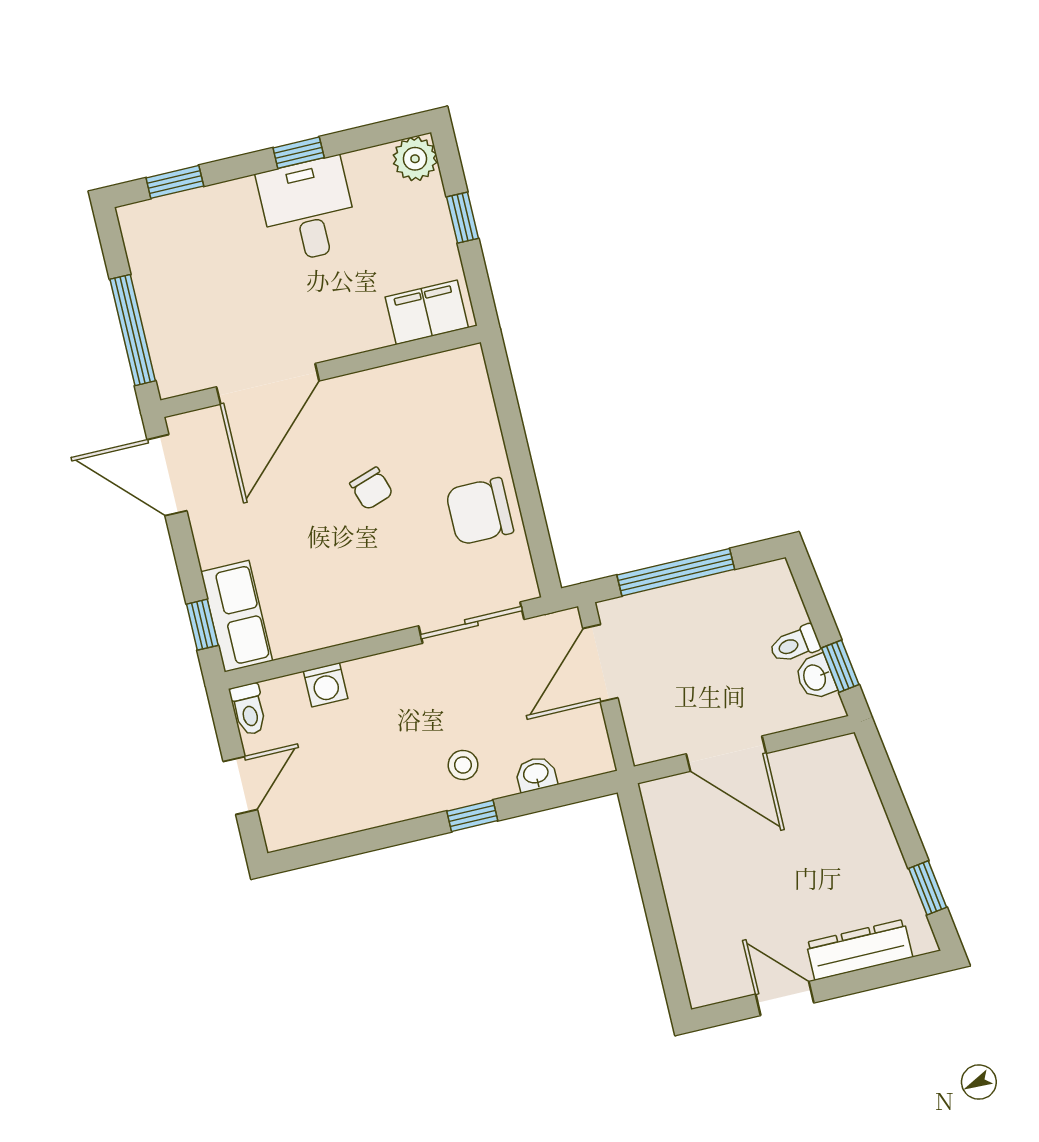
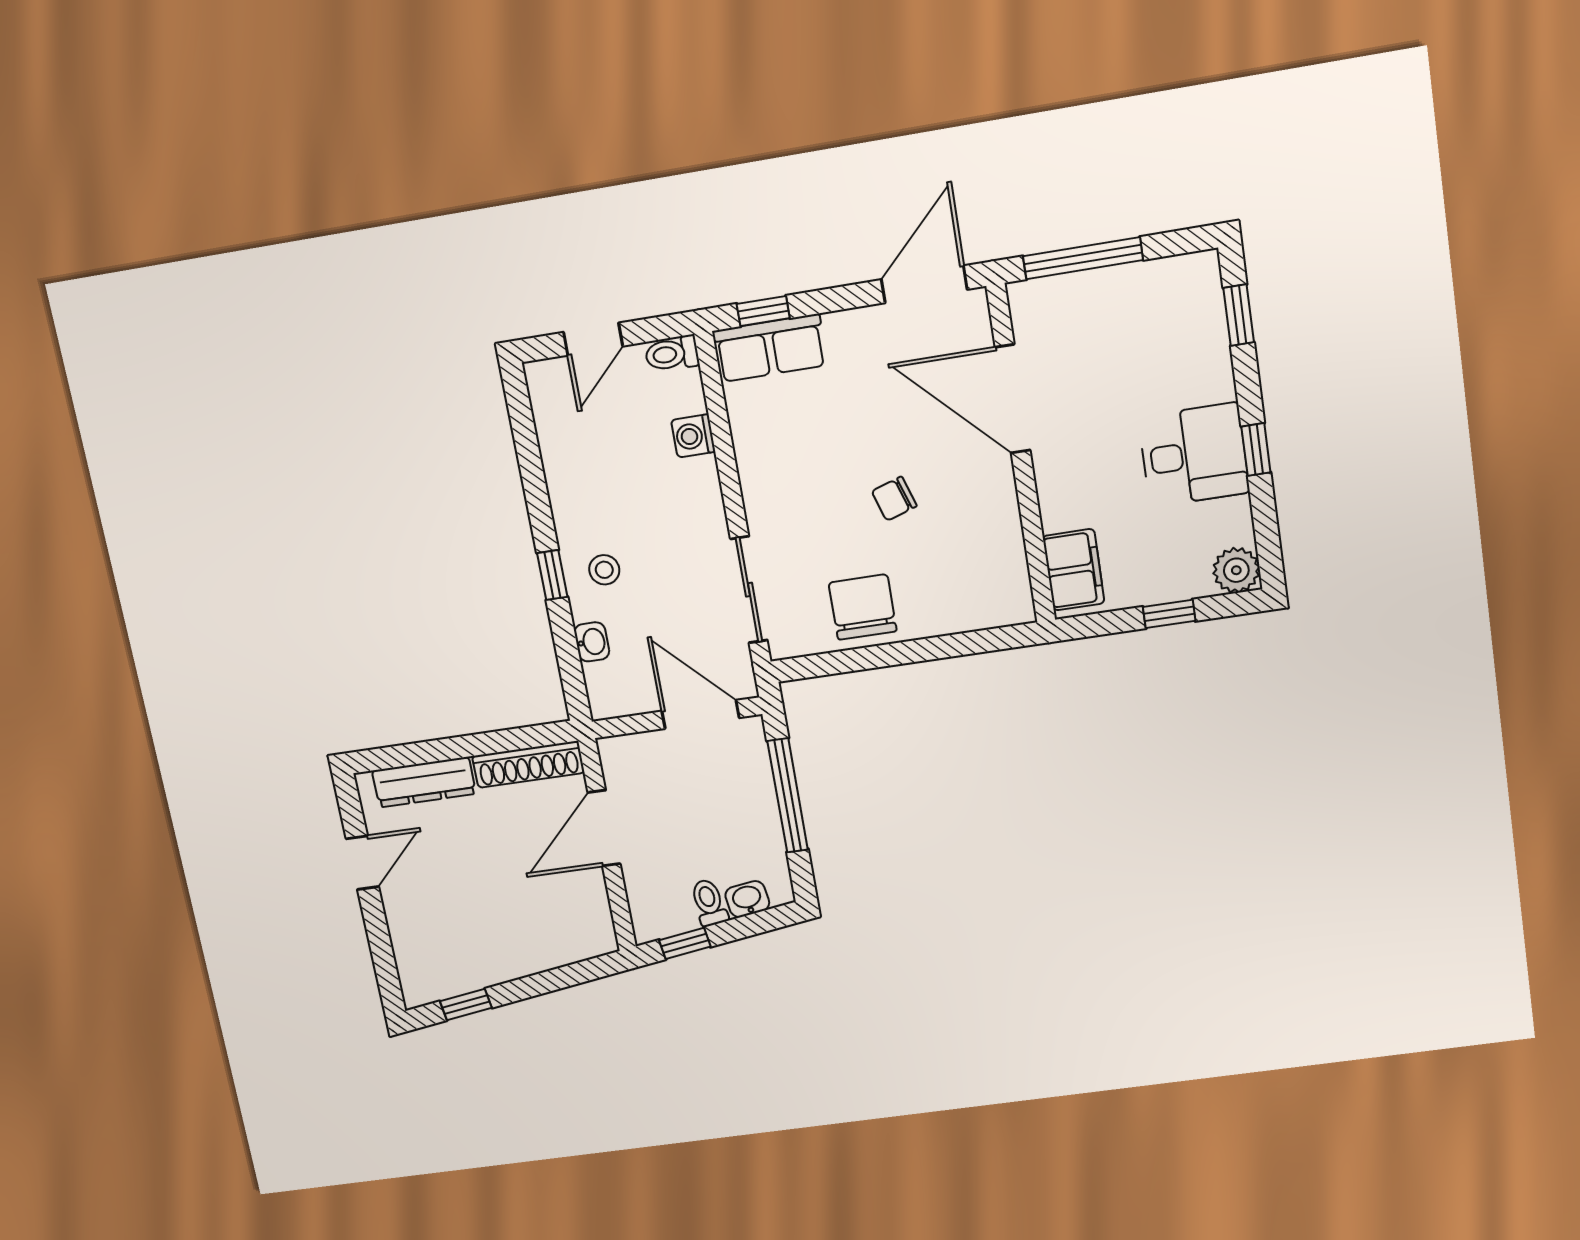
washbasin: (815, 677) -> (747, 899), moved
door: (240, 786) -> (593, 339), hinge flipped
shoe rack: (667, 833) -> (528, 764), added
dresser: (859, 950) -> (424, 782), moved, turned 90

